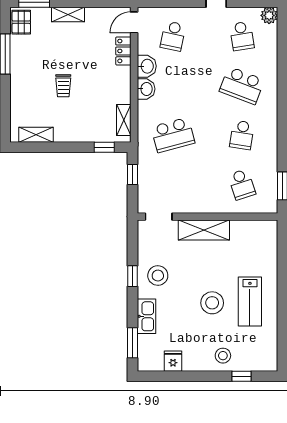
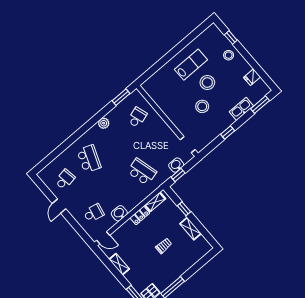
shelving: (68, 14) -> (119, 264), moved
plant: (269, 15) -> (104, 123), moved
locker: (123, 51) -> (140, 216), moved
washbasin: (146, 89) -> (176, 165), moved
shelving: (36, 135) -> (190, 229), moved
school desk: (242, 135) -> (113, 138), removed
window: (104, 147) -> (184, 209), moved
shelving: (204, 230) -> (175, 117), removed
stool: (158, 276) -> (202, 106), moved

